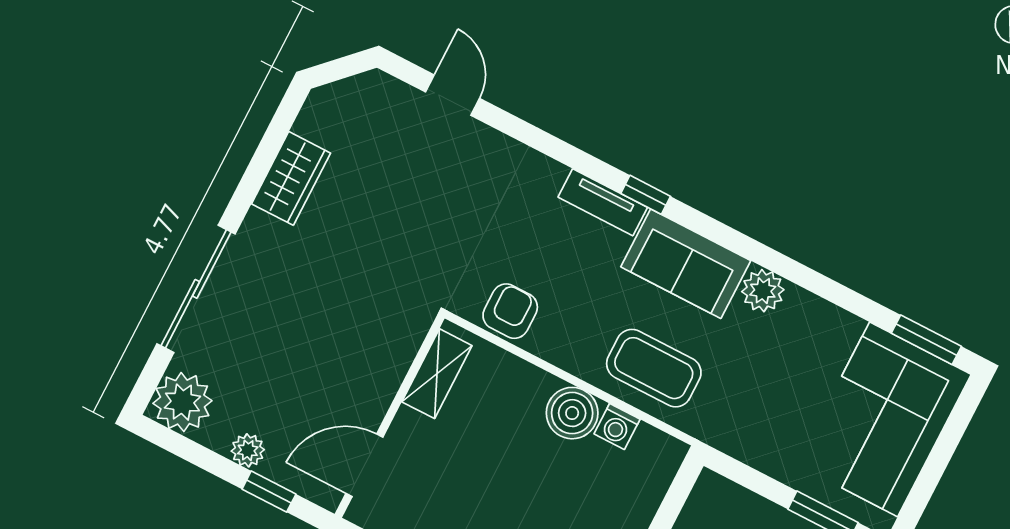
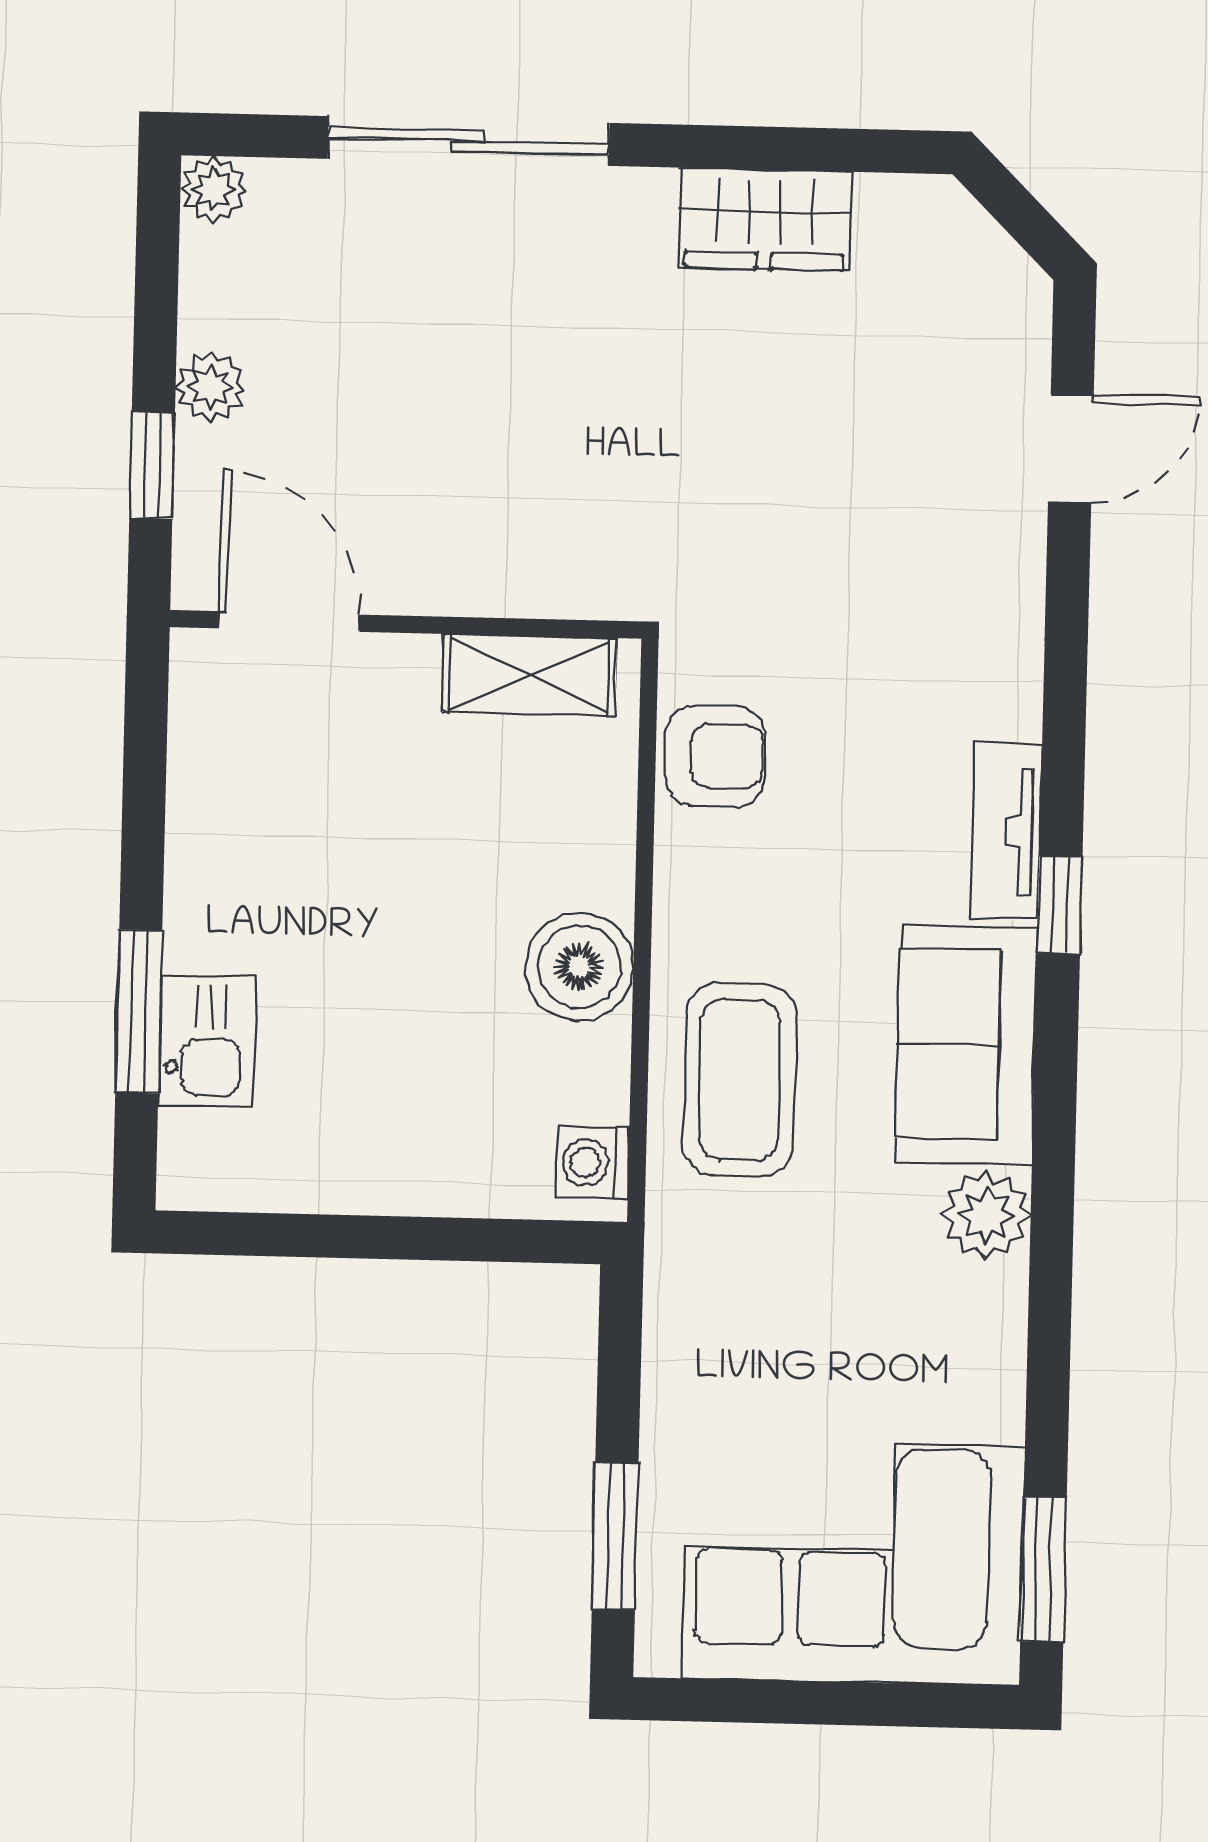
plant: (182, 402) -> (214, 189), width x0.53, depth x0.53
washing machine: (617, 427) -> (593, 1163), moved

